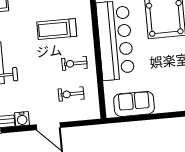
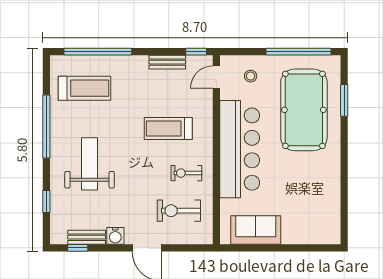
exercise bike: (71, 94) -> (179, 211), width x1.38, depth x1.39

